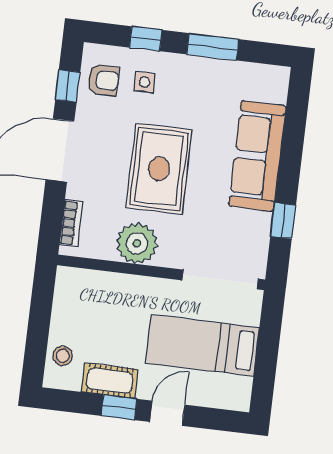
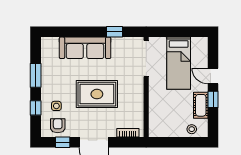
plant: (137, 243) -> (134, 100), removed

